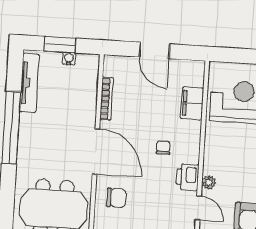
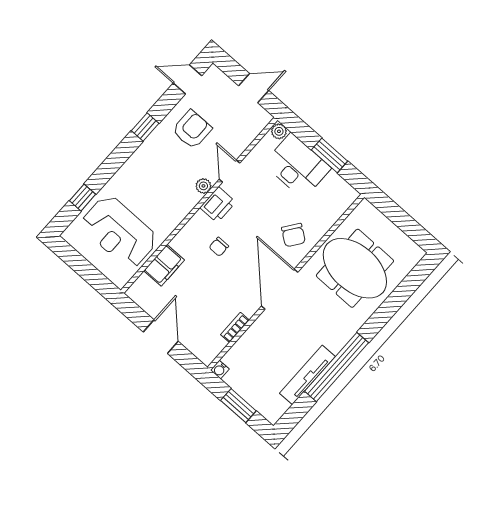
water cooler: (69, 59) -> (220, 370), moved
tv unit: (29, 83) -> (307, 375), moved
bookcase: (106, 99) -> (235, 327), width x0.64
chair: (116, 198) -> (293, 235), turned -144

